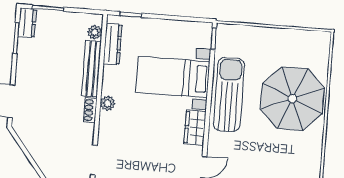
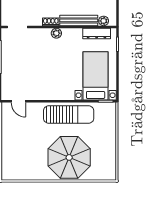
bed with nightstands: (173, 77) -> (96, 76), moved
wardrobe: (195, 128) -> (45, 93), removed

